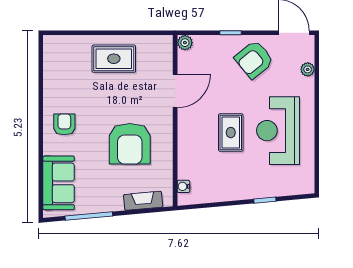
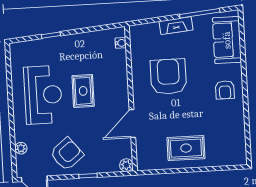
fireplace: (143, 201) -> (176, 26), moved

